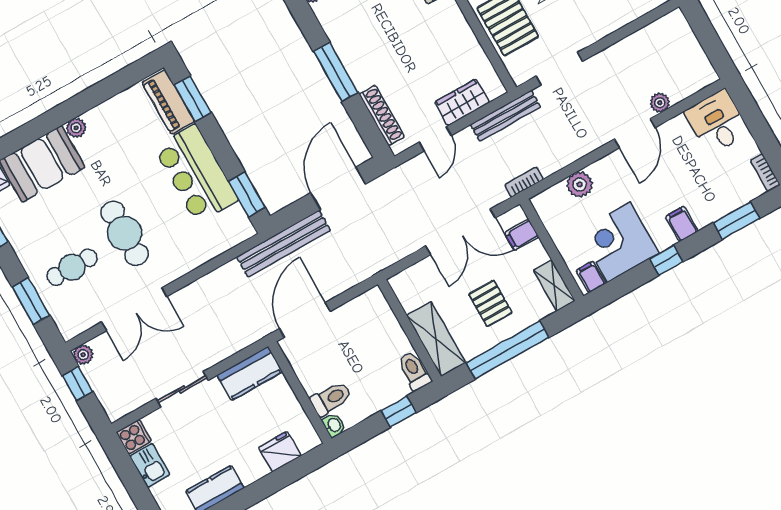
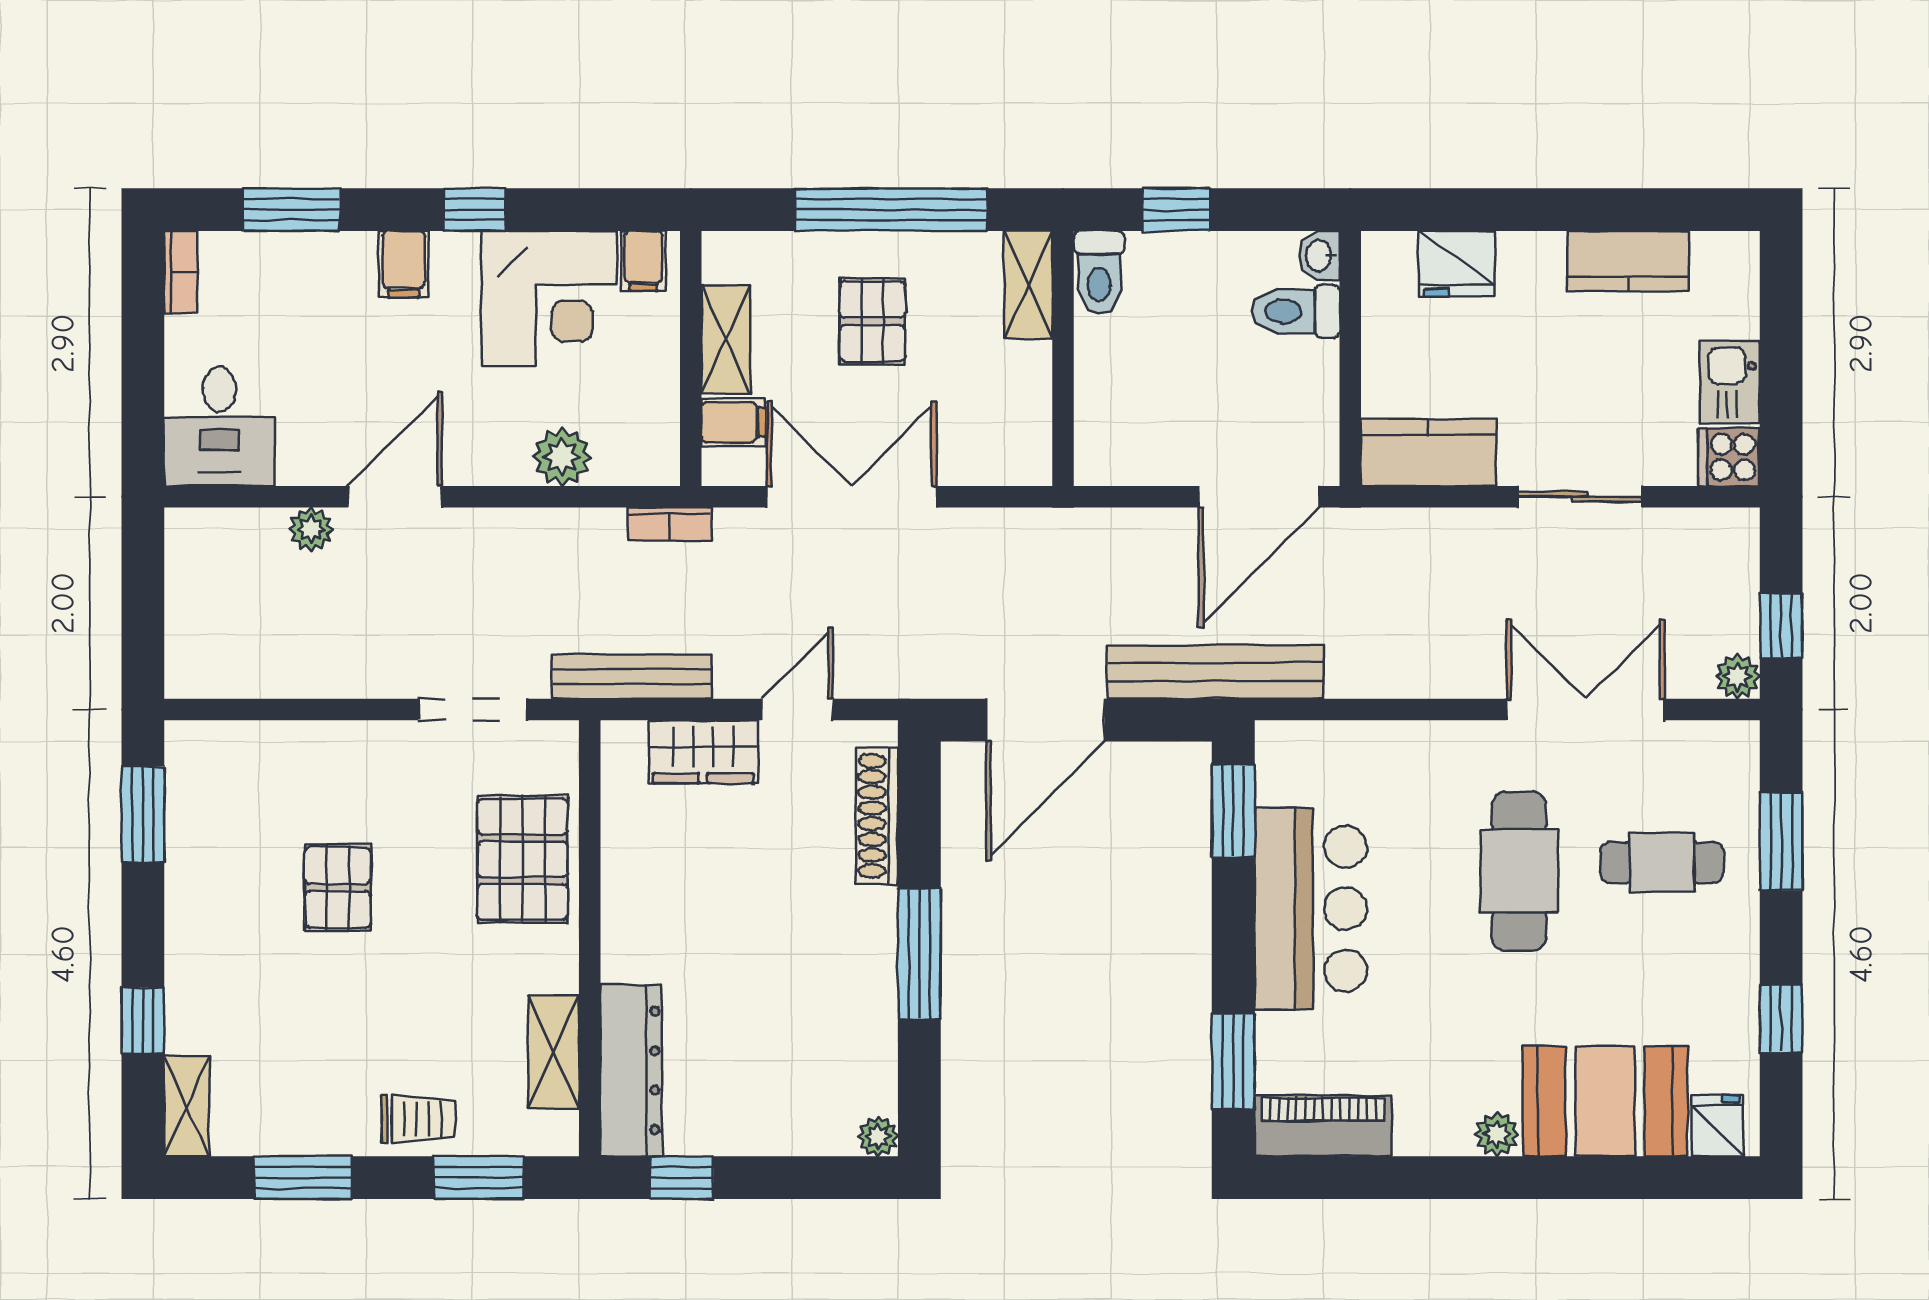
piano: (168, 102) -> (1323, 1126), moved, turned -90
shelving: (554, 285) -> (726, 339), moved
shelving: (436, 339) -> (1028, 285), width x0.67, depth x0.75

